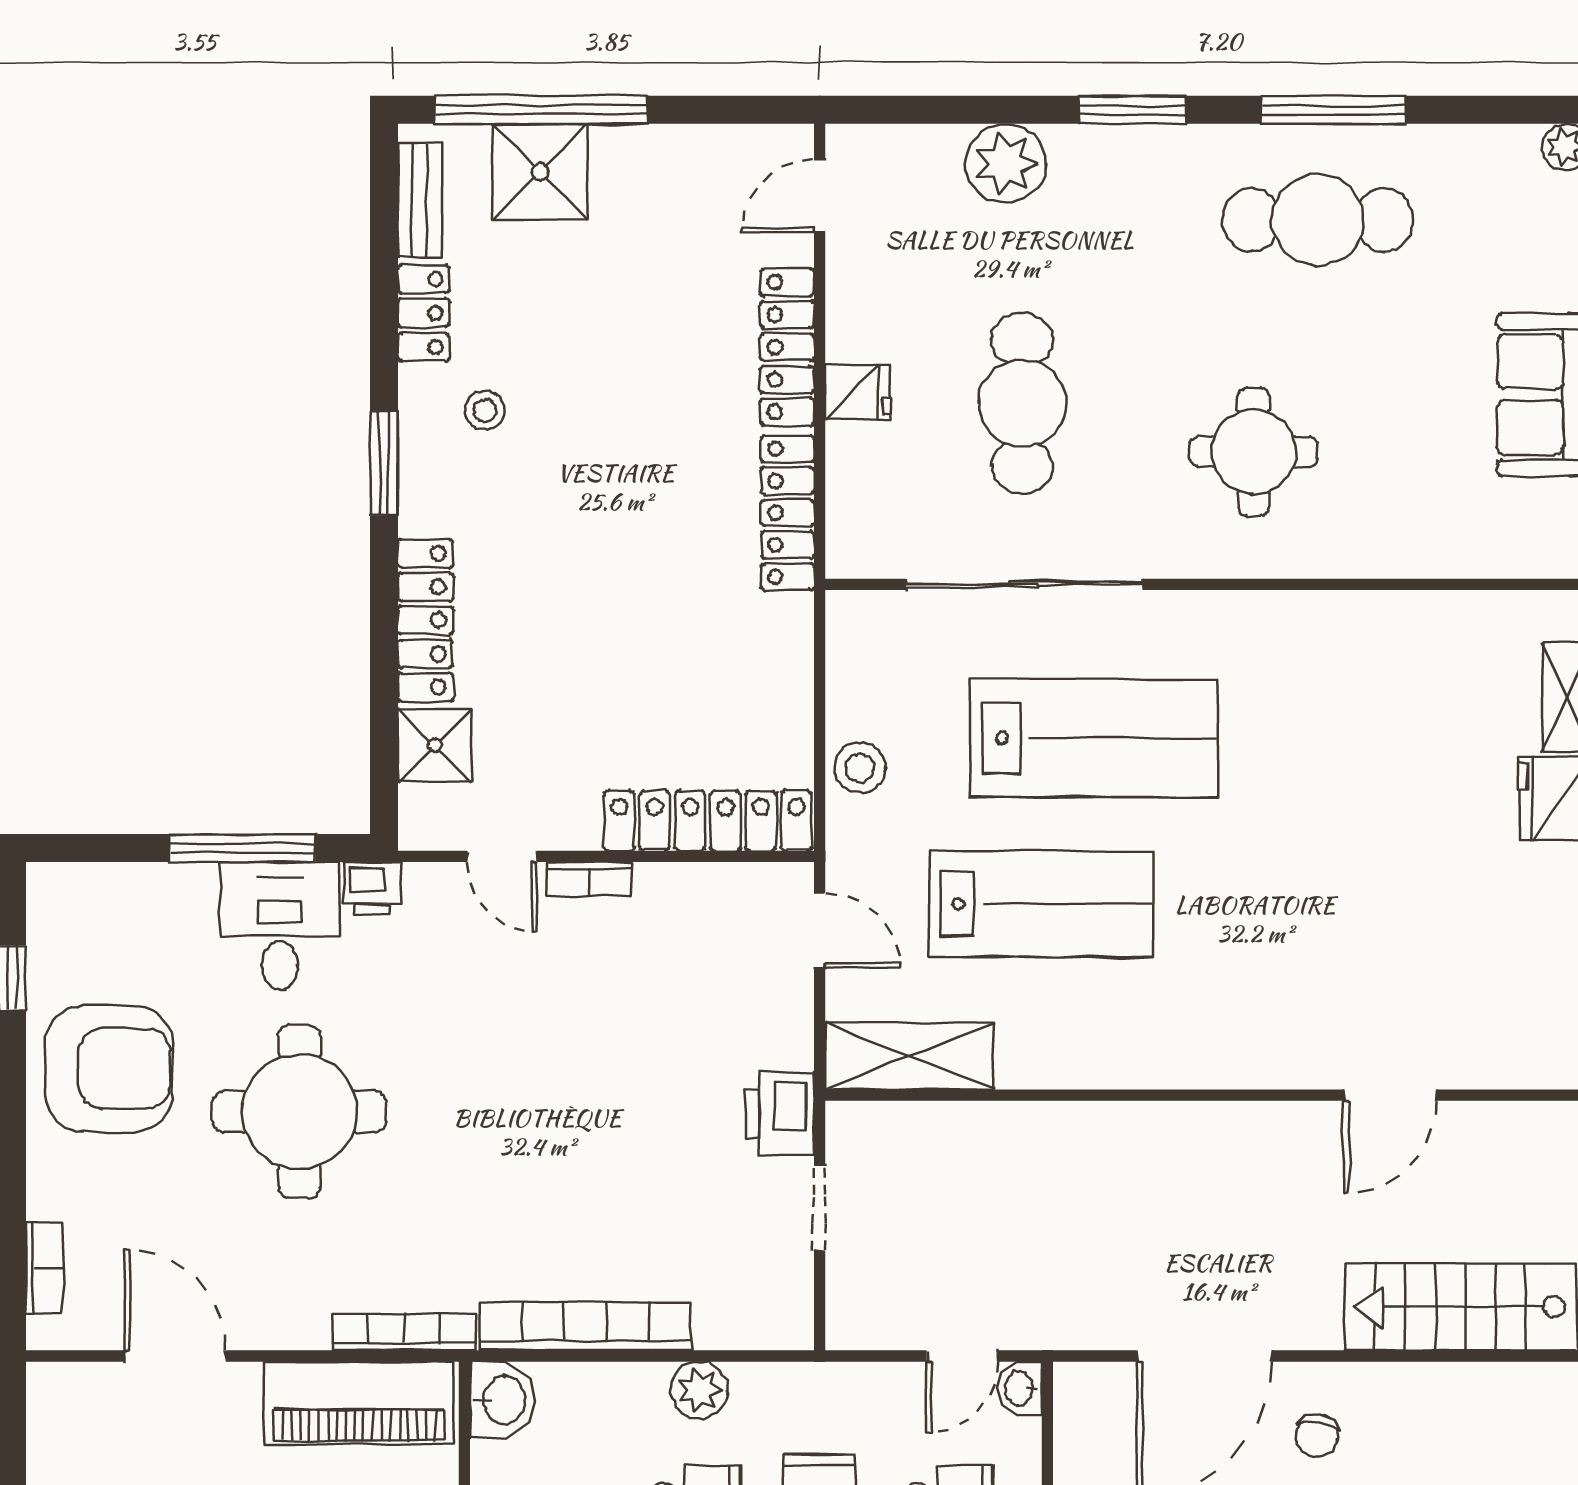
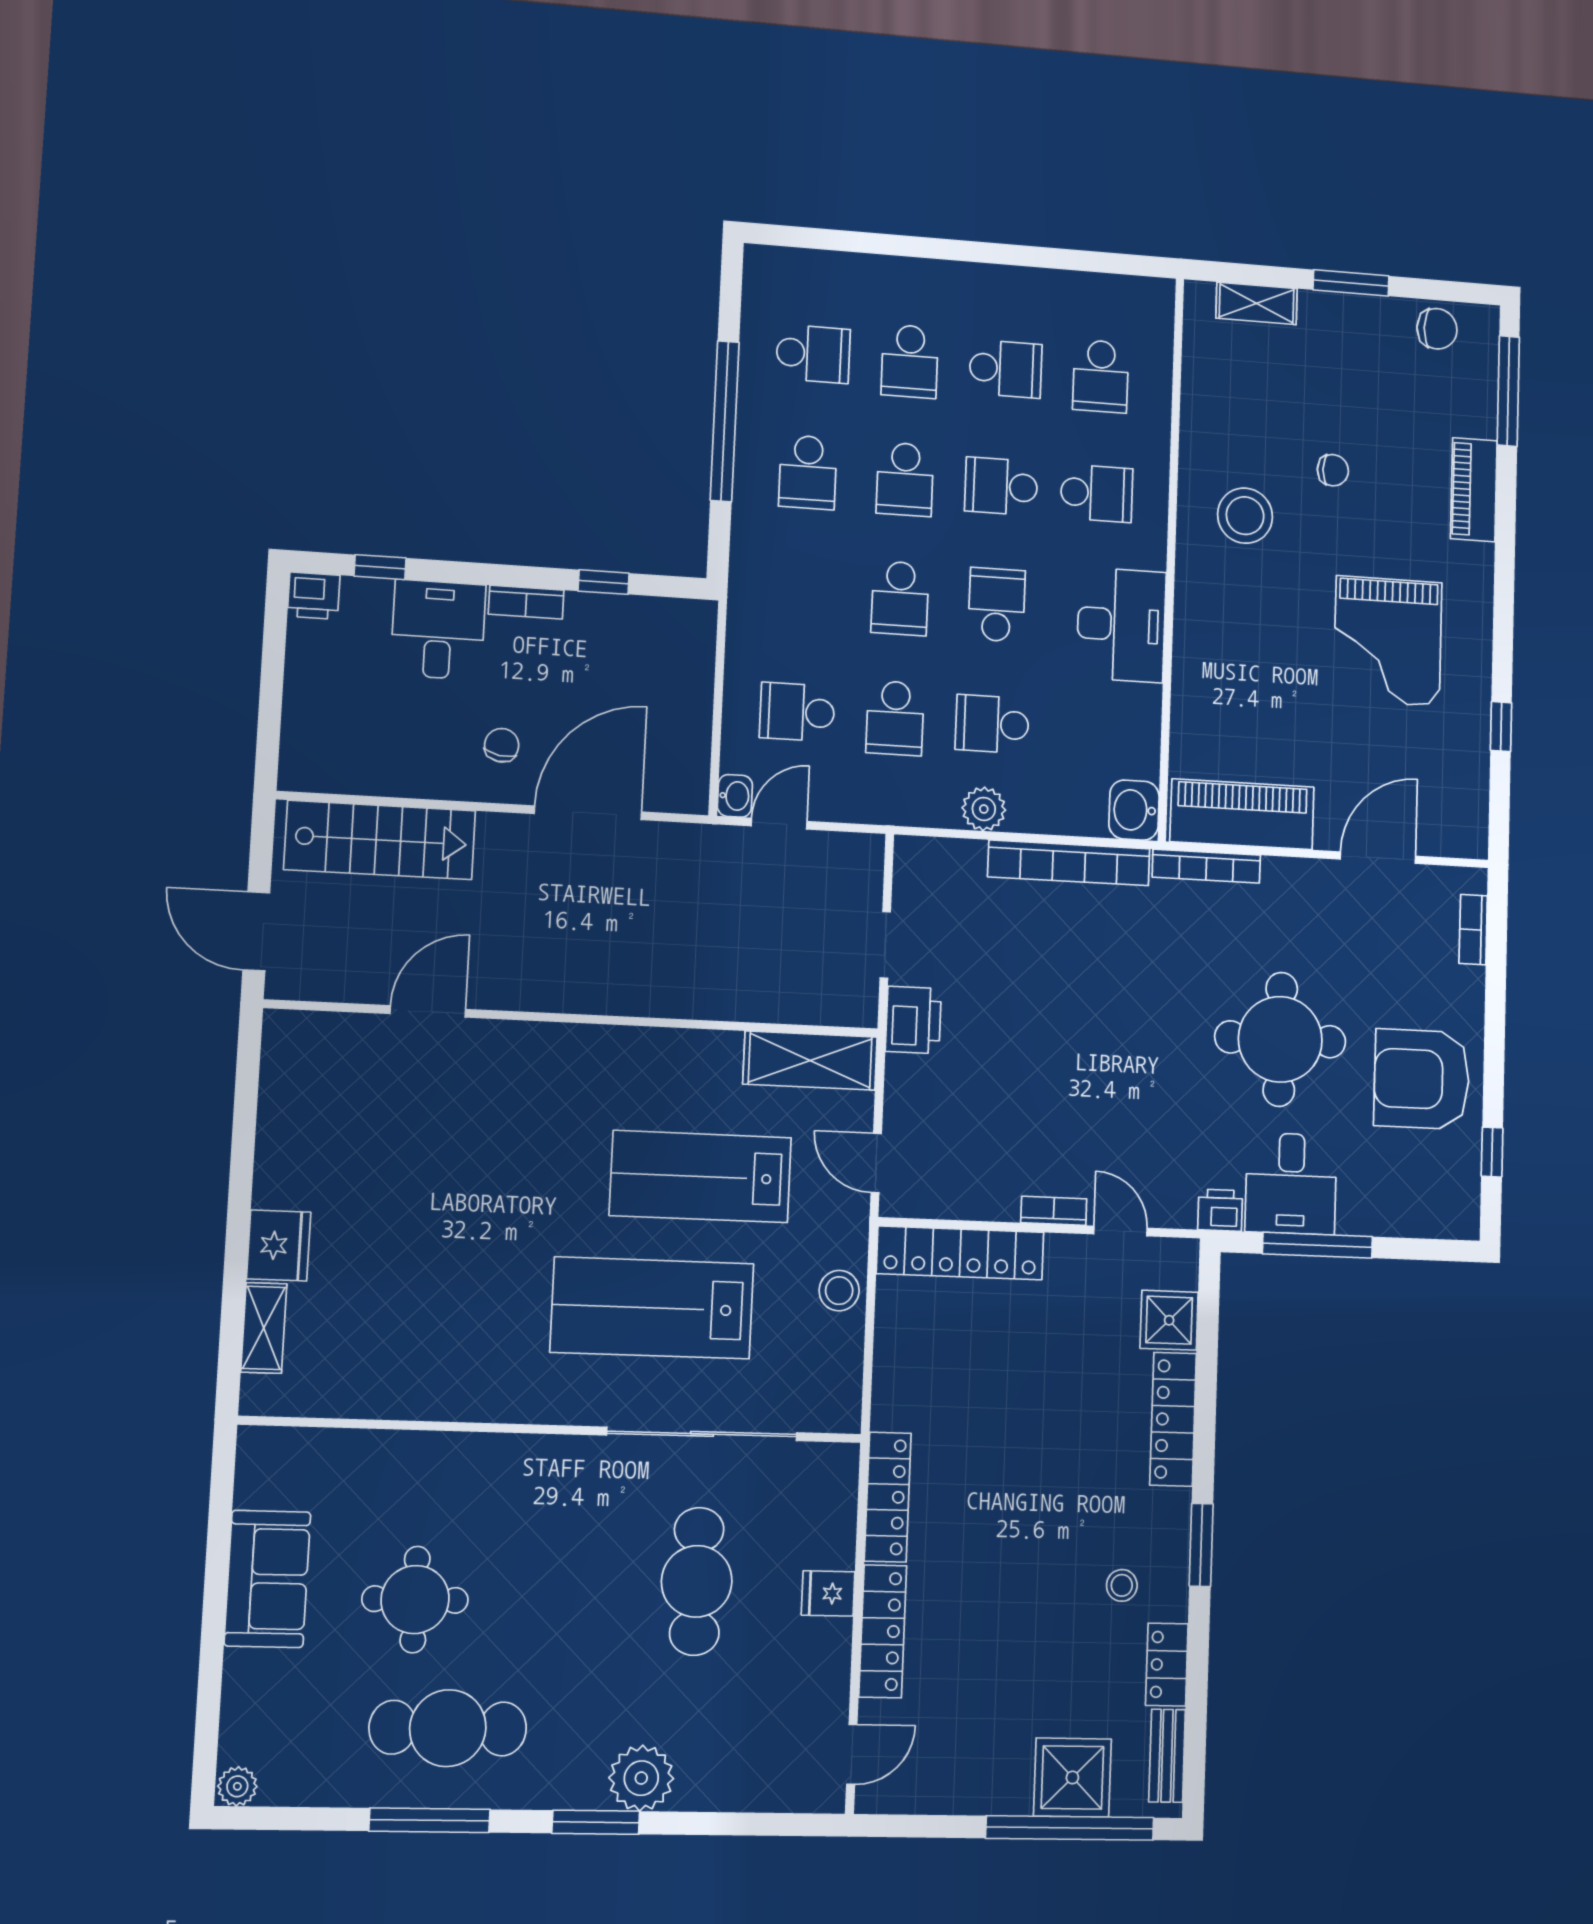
plant: (1006, 163) -> (641, 1778), moved
round table: (1254, 452) -> (415, 1600), moved
door: (175, 1356) -> (1378, 858), swing flipped

